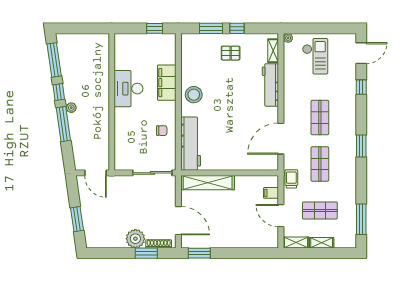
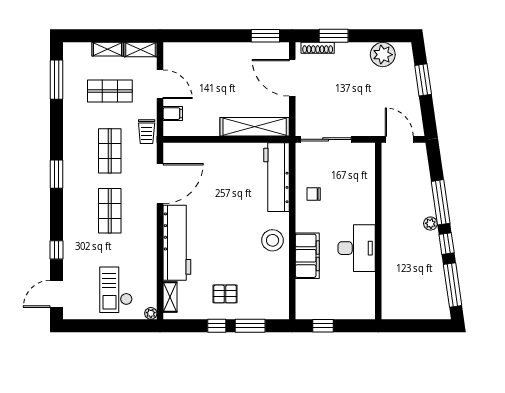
workbench: (270, 85) -> (177, 243), width x1.36, depth x1.32
plant: (135, 239) -> (383, 55), moved

